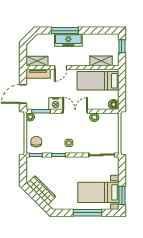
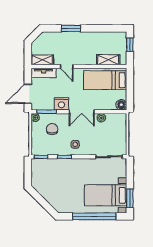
window: (65, 31) -> (71, 28), width x0.69
freezer: (68, 40) -> (75, 38), removed
door: (61, 67) -> (67, 67), hinge flipped
double door: (75, 111) -> (82, 112), swing flipped
chair: (36, 142) -> (52, 129), moved
wardrobe: (41, 190) -> (47, 193), removed
window: (87, 213) -> (94, 216), width x1.46

